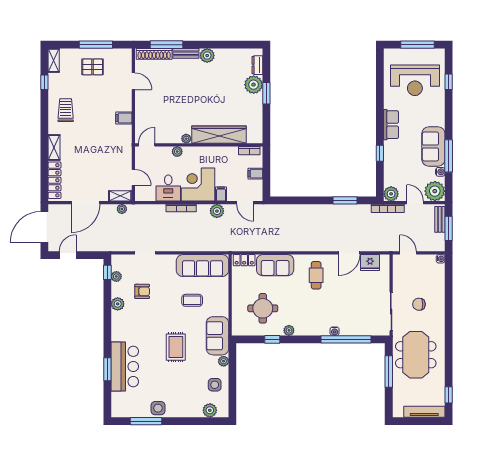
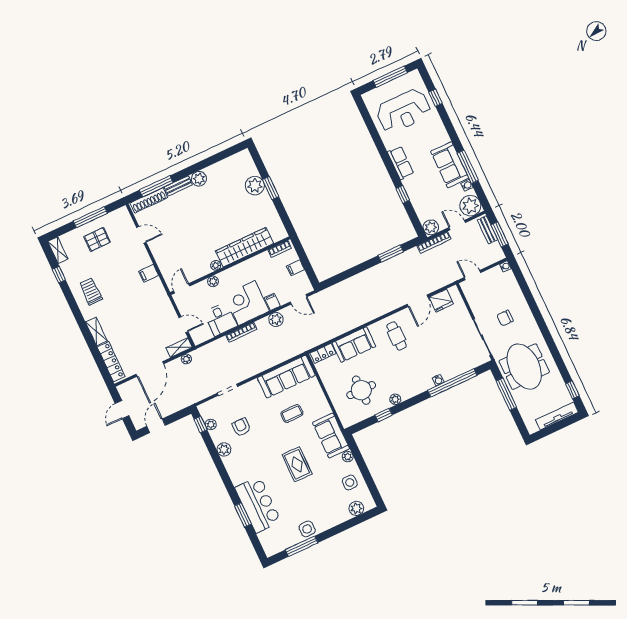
dresser: (257, 65) -> (250, 166), removed
door: (44, 227) -> (122, 410), width x0.53
armchair: (142, 291) -> (241, 427), turned -90

